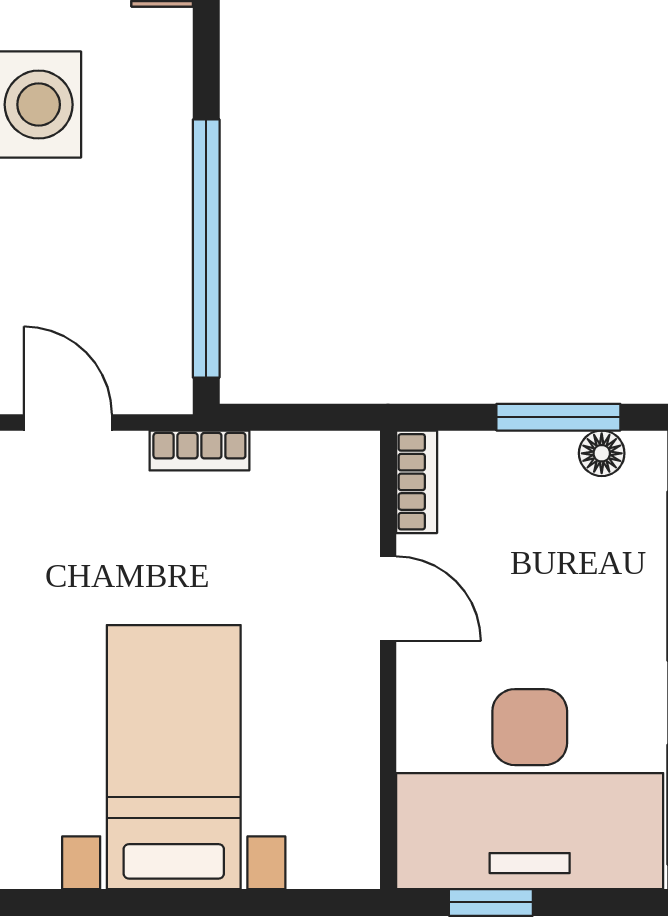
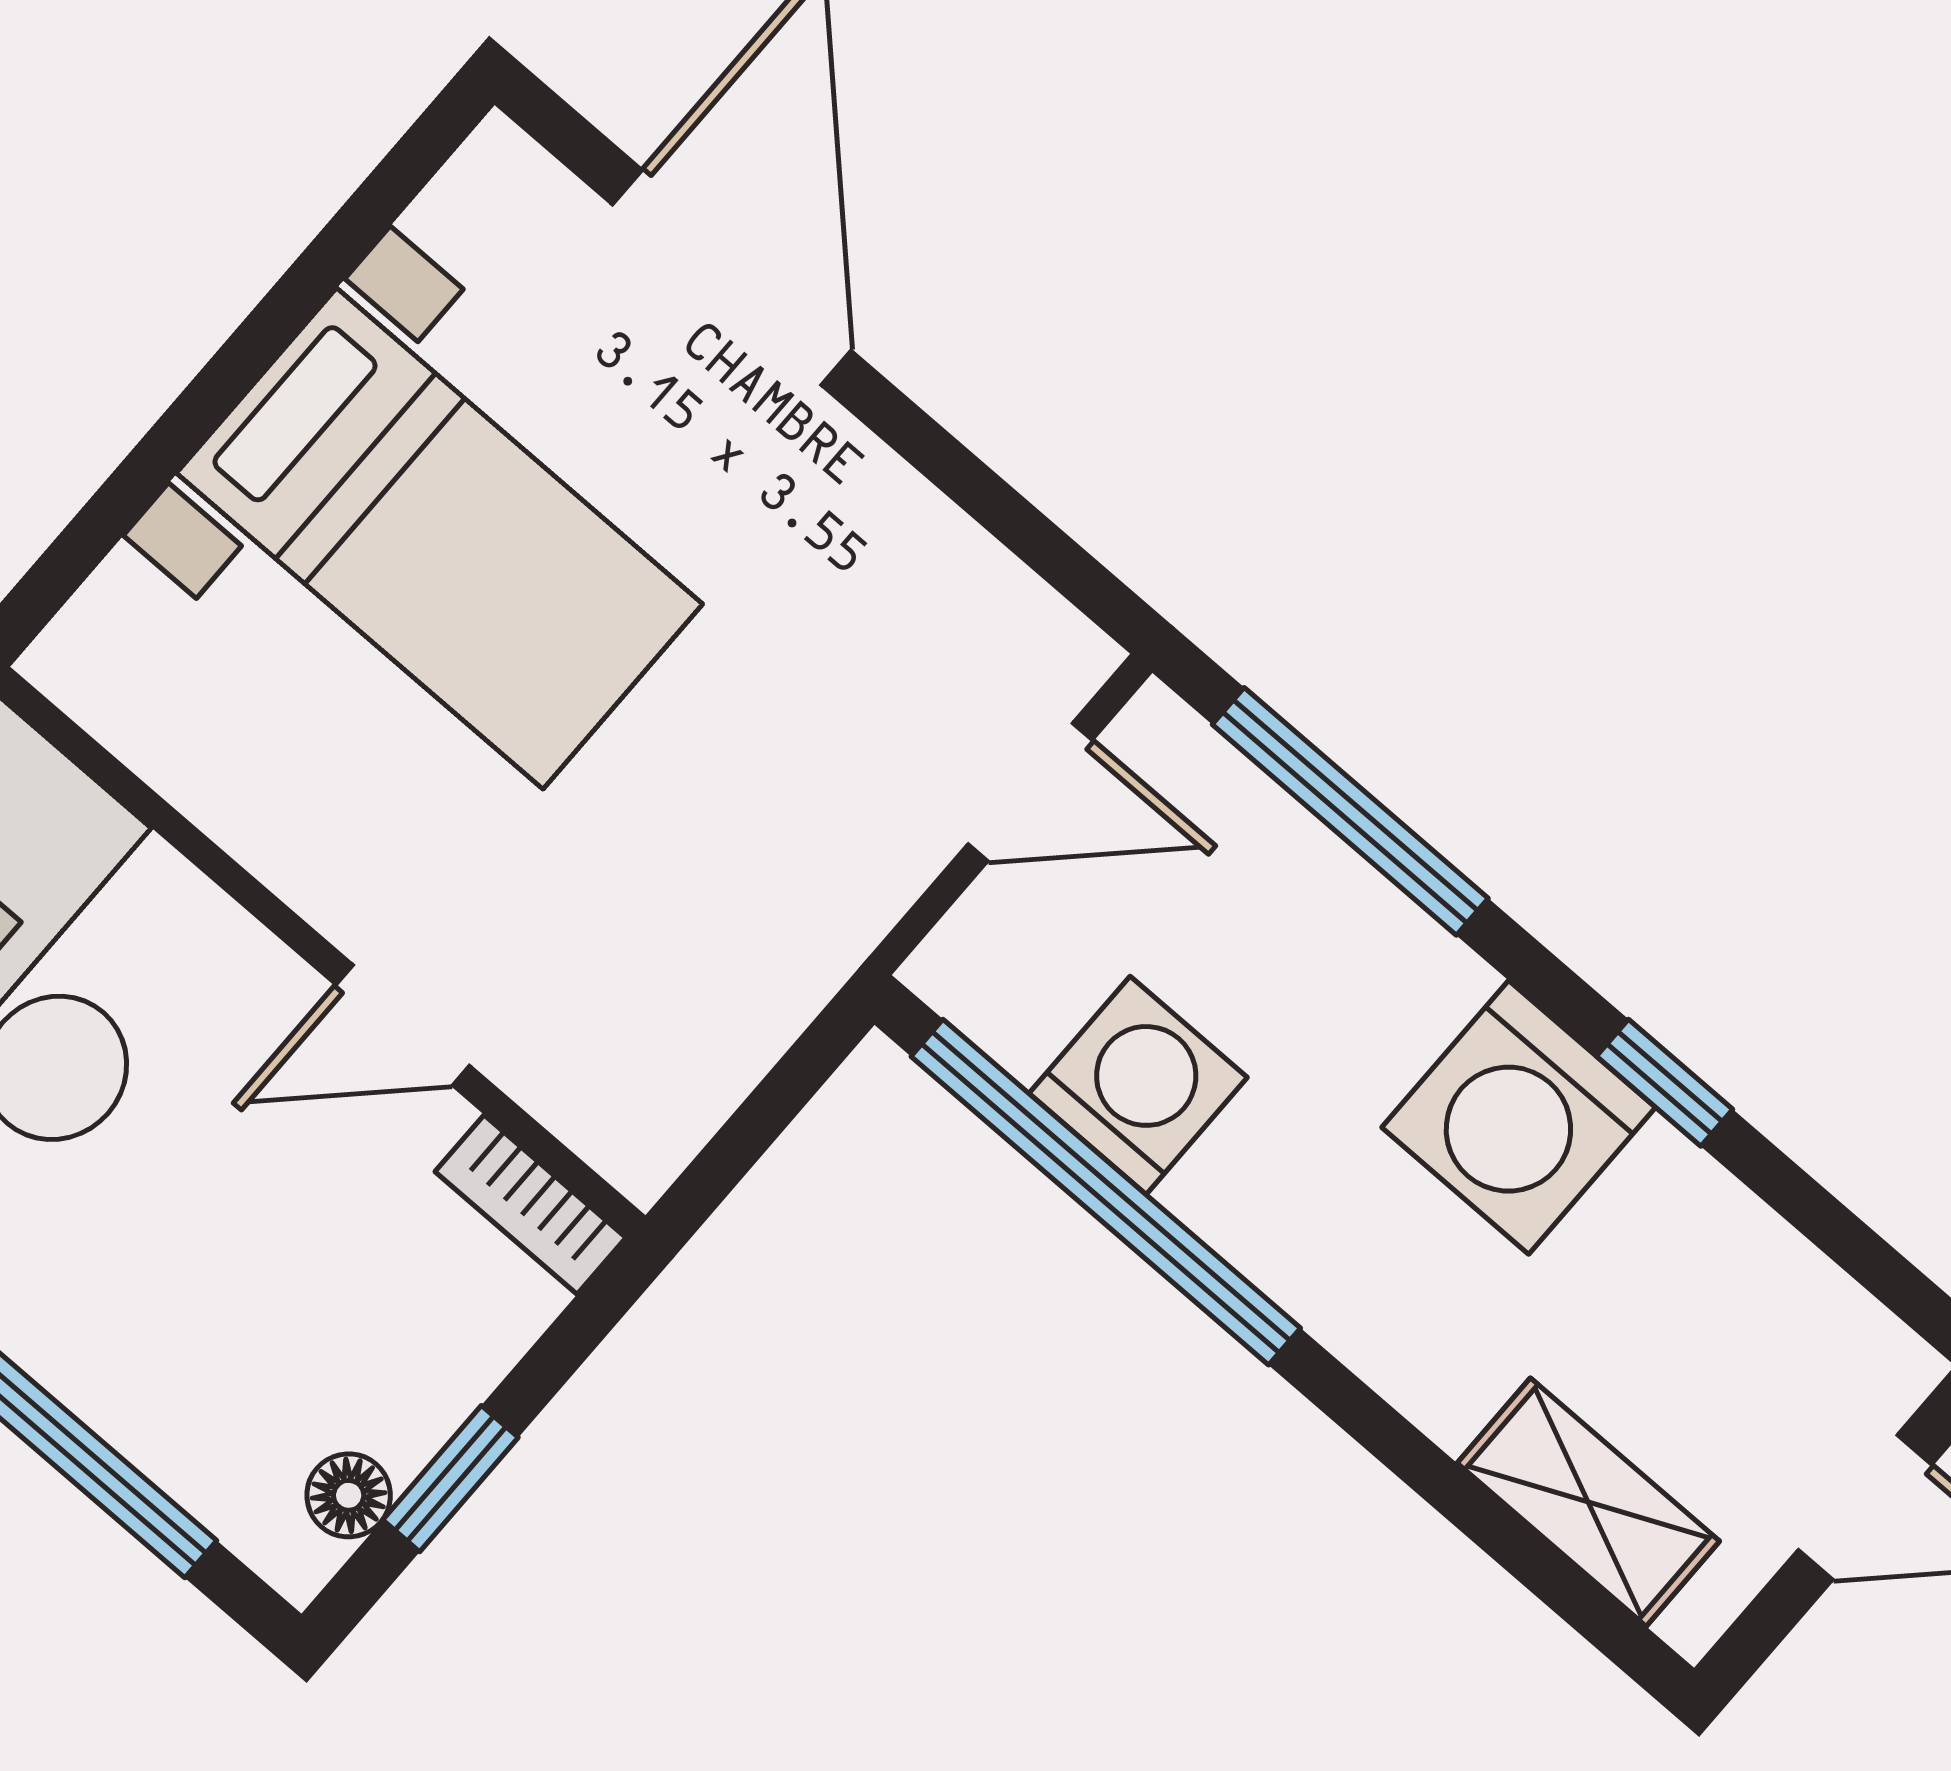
washing machine: (151, 273) -> (1138, 1085), added
window: (558, 417) -> (451, 1479), width x0.67
bookcase: (199, 450) -> (834, 941), removed

